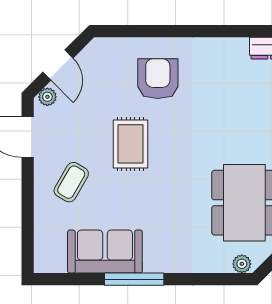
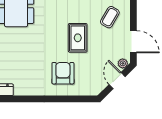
armchair: (158, 79) -> (63, 73), turned 180

